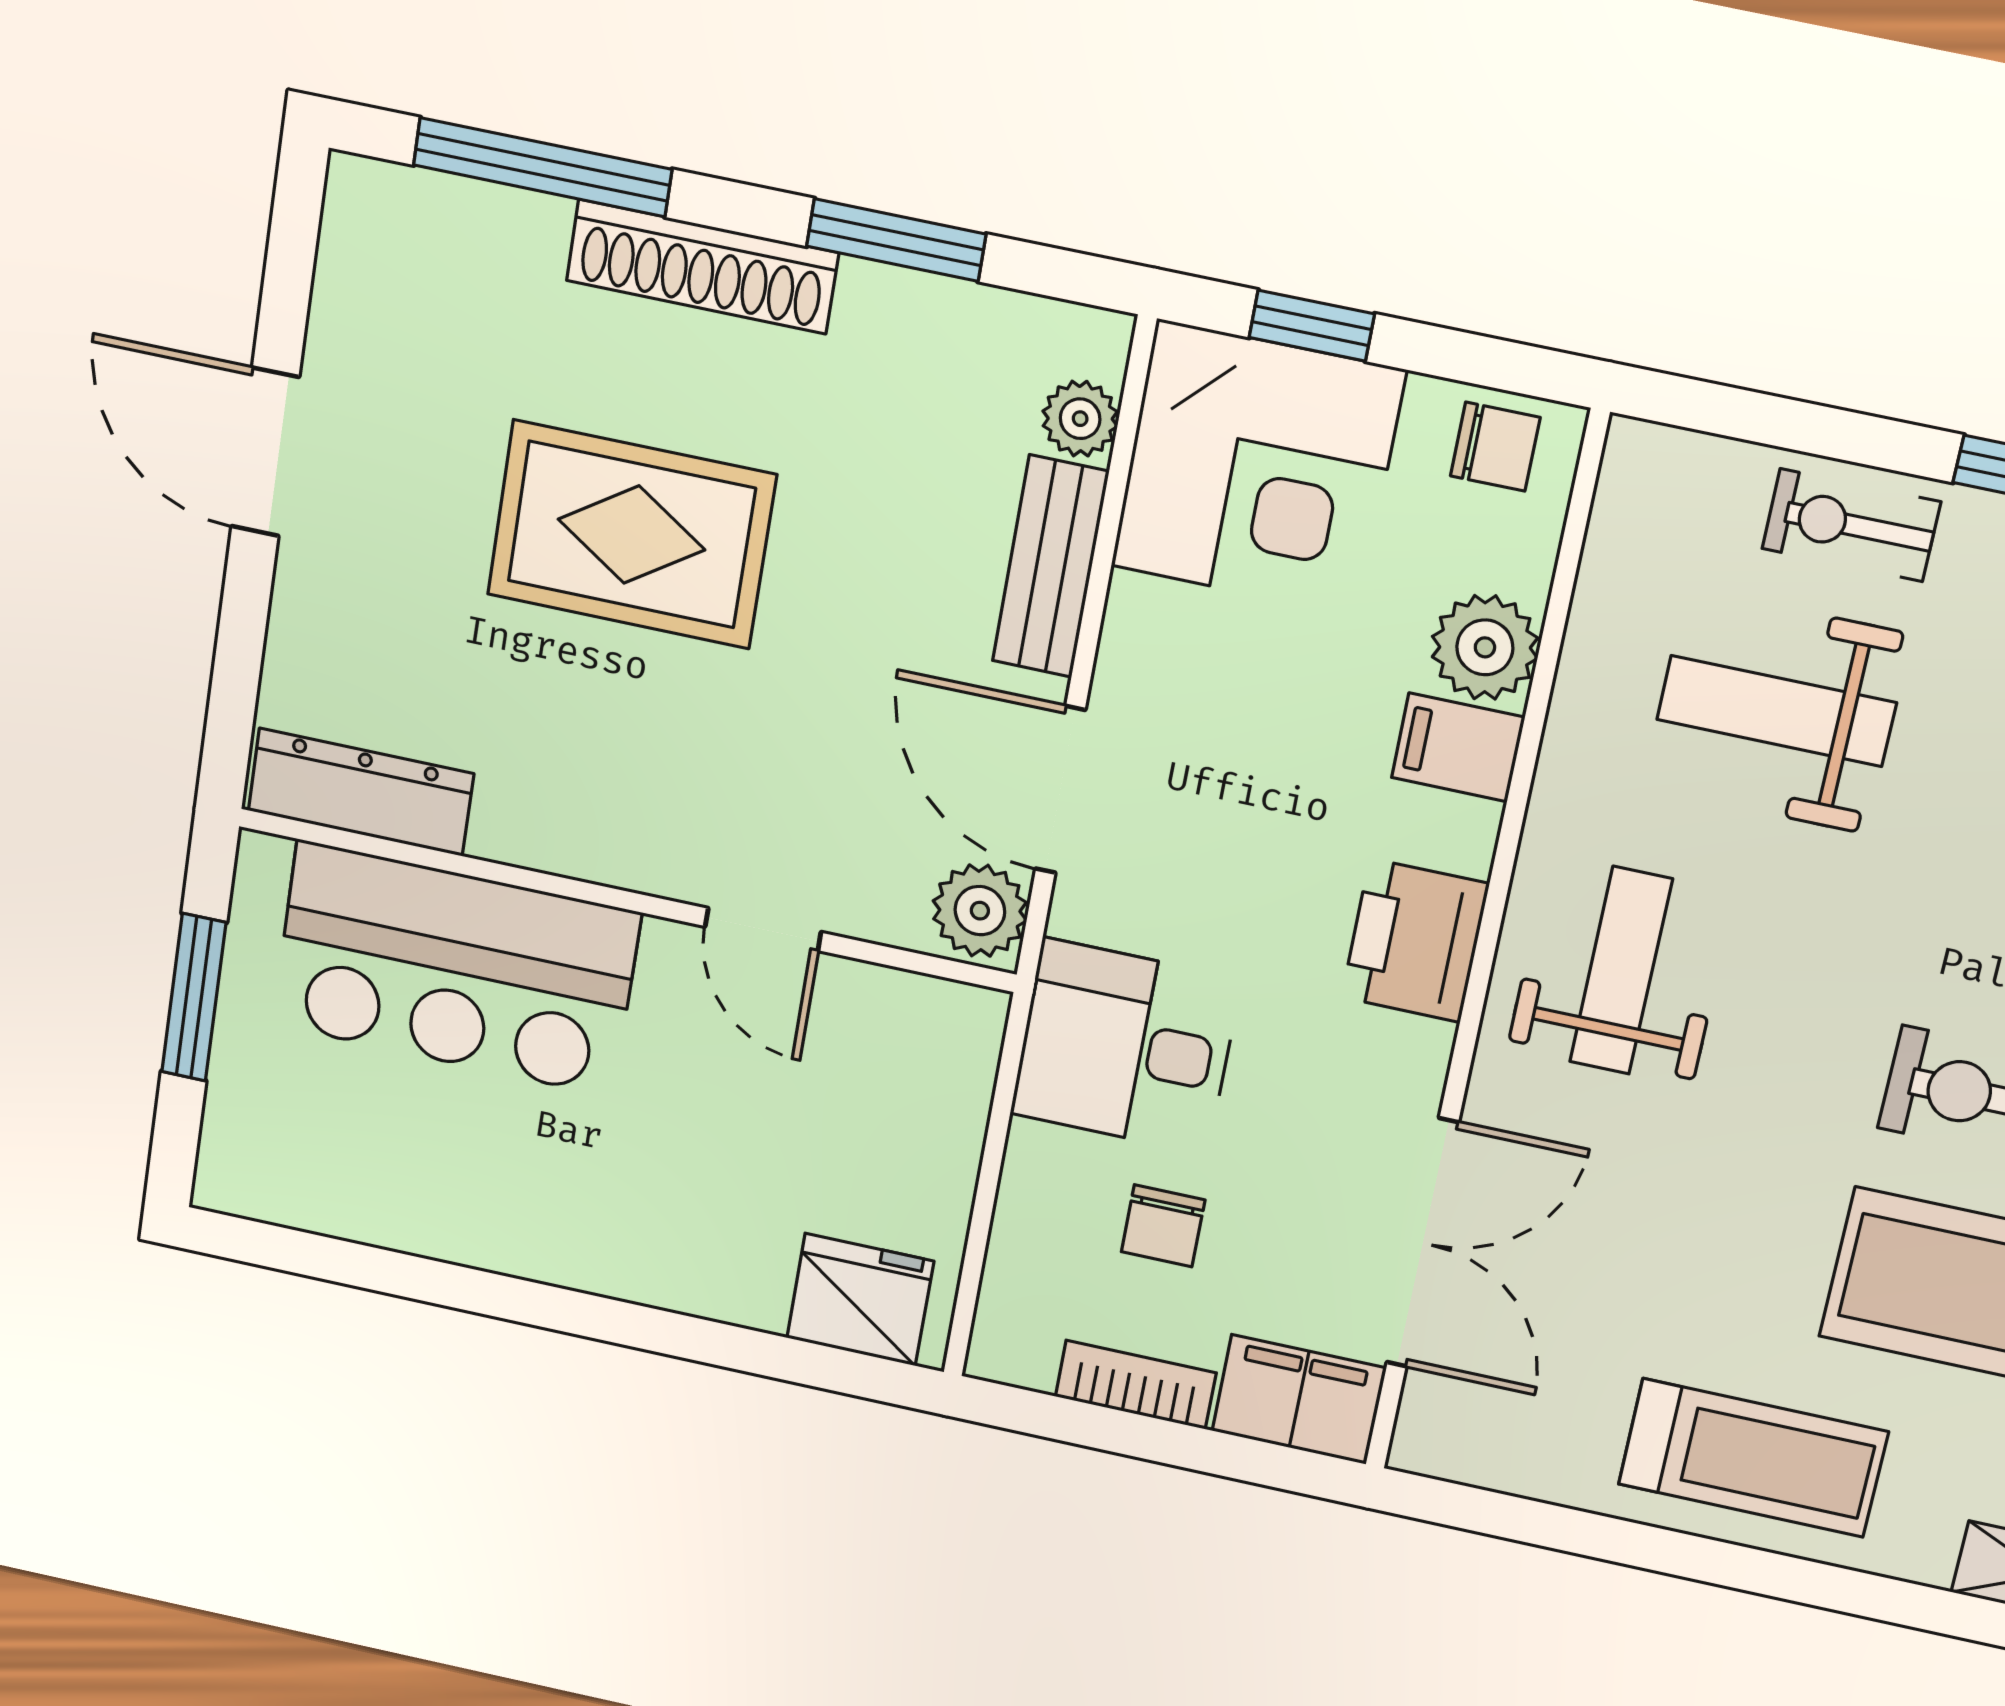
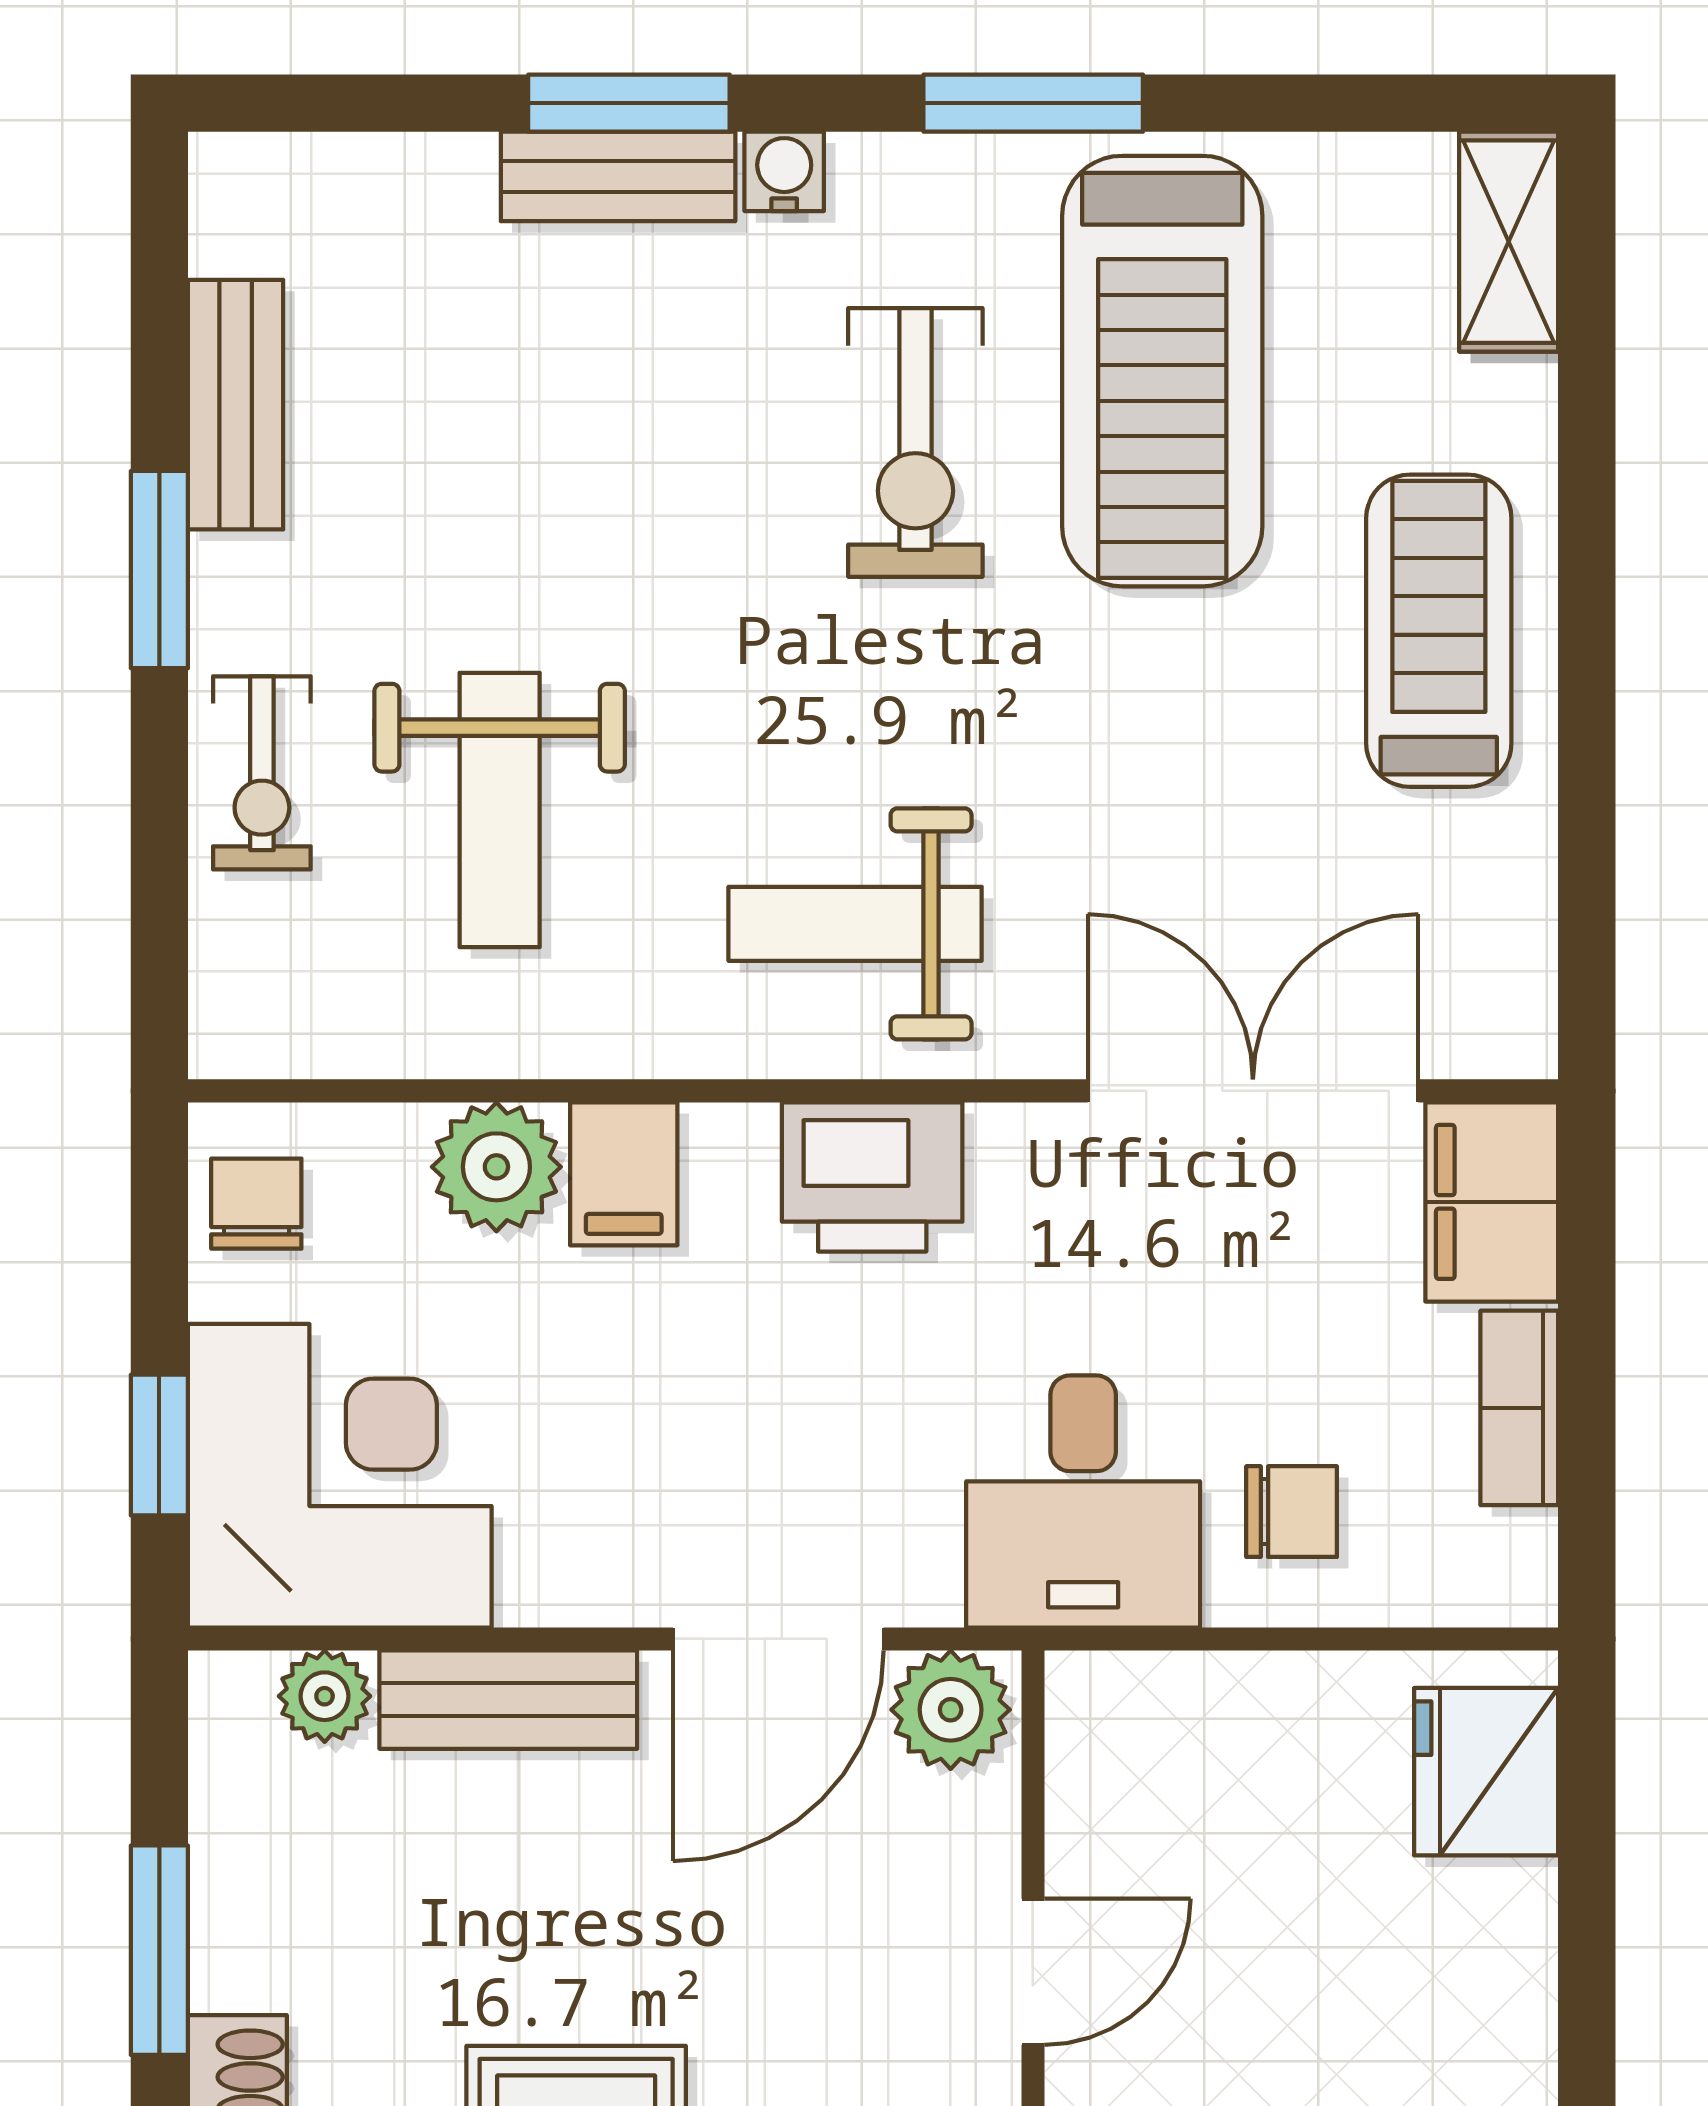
chair: (1163, 1226) -> (1292, 1512), moved

